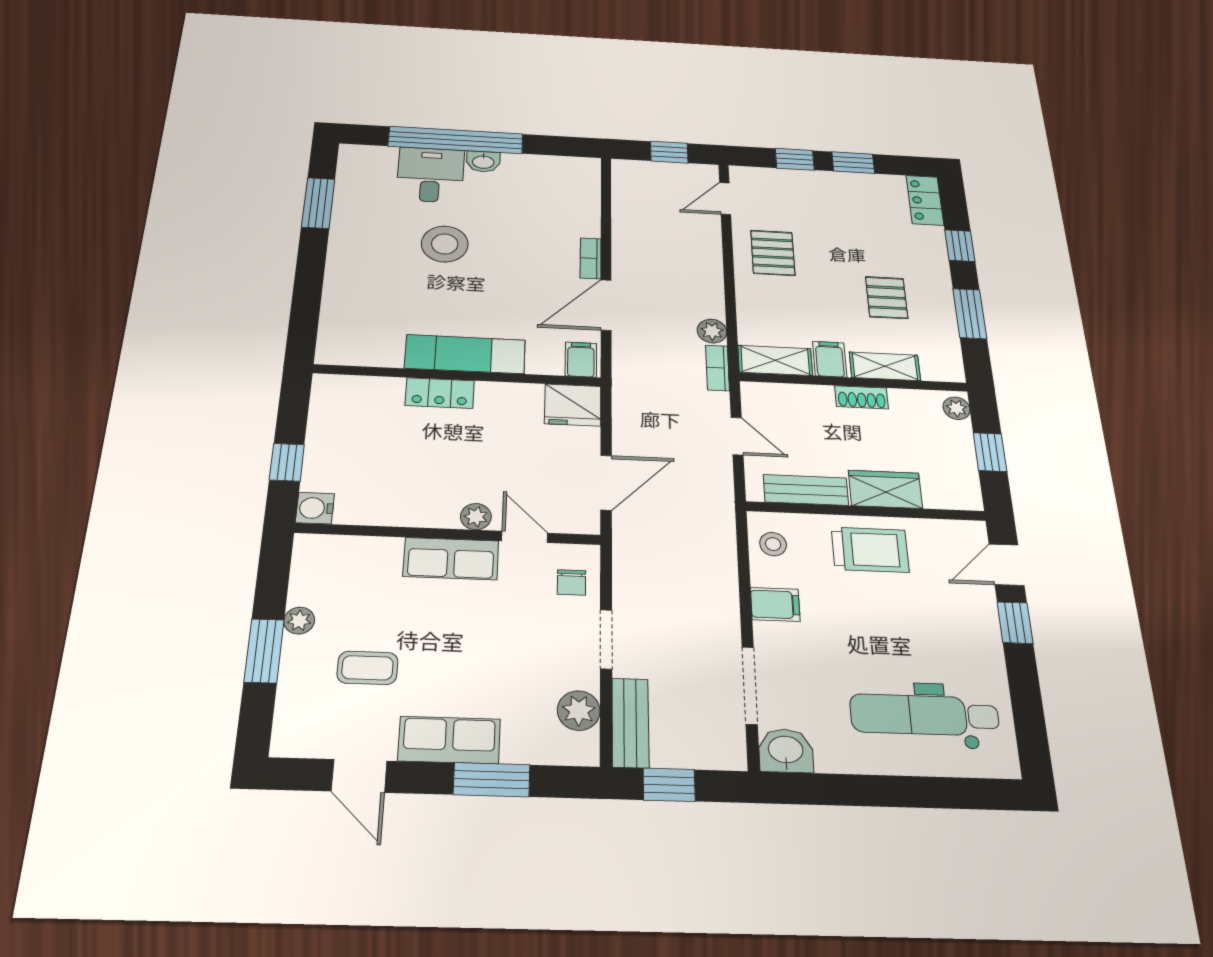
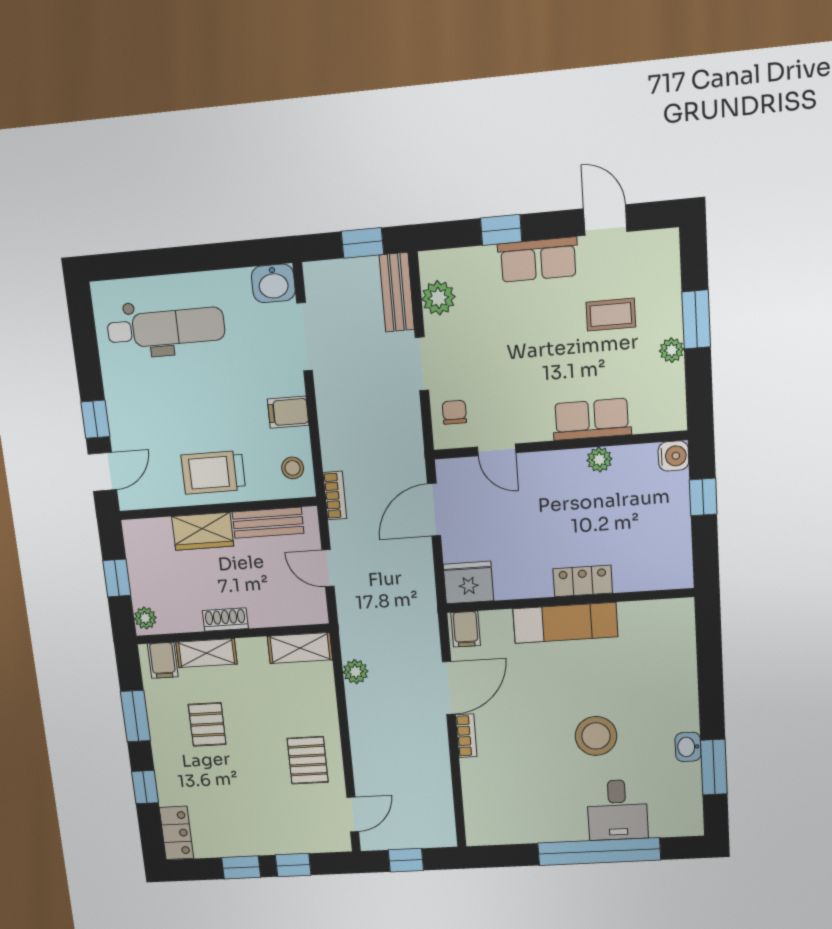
washbasin: (483, 162) -> (688, 747), moved, turned -90
filing cabinet: (830, 359) -> (163, 660), moved
bookcase: (718, 368) -> (335, 495), moved
plant: (476, 517) -> (599, 460), moved
row of seats: (451, 559) -> (592, 419), moved
window: (492, 780) -> (501, 230), width x0.67

